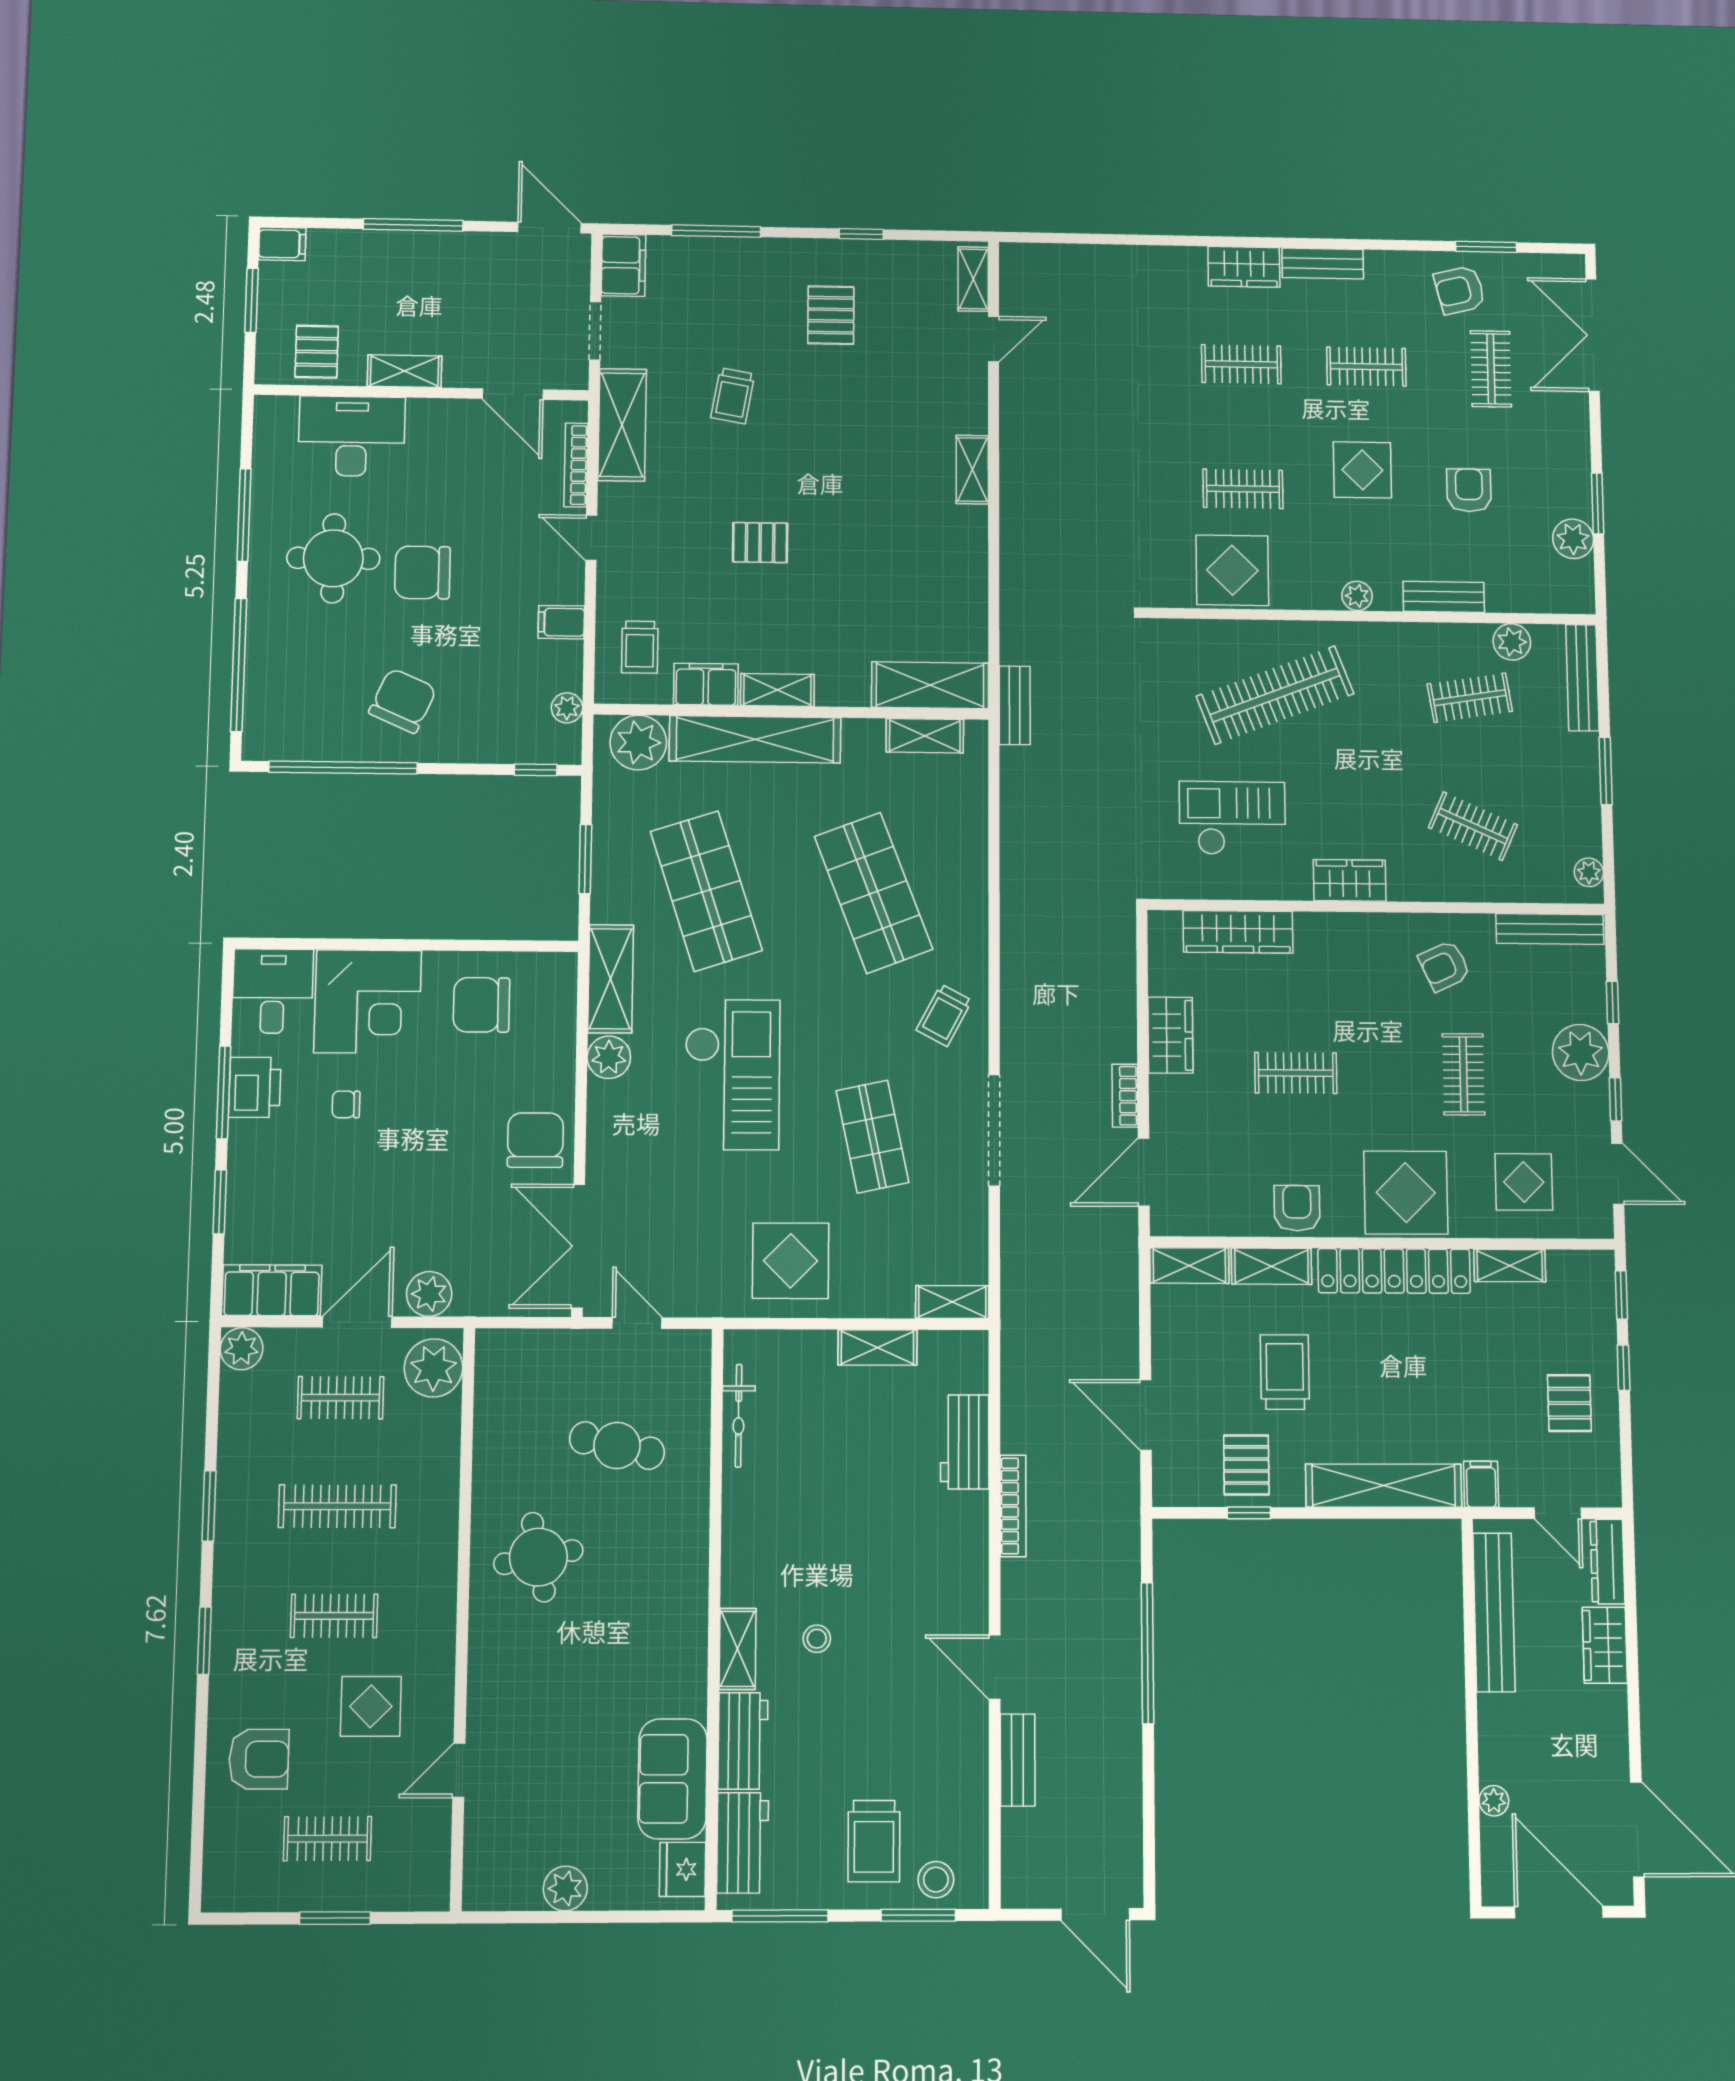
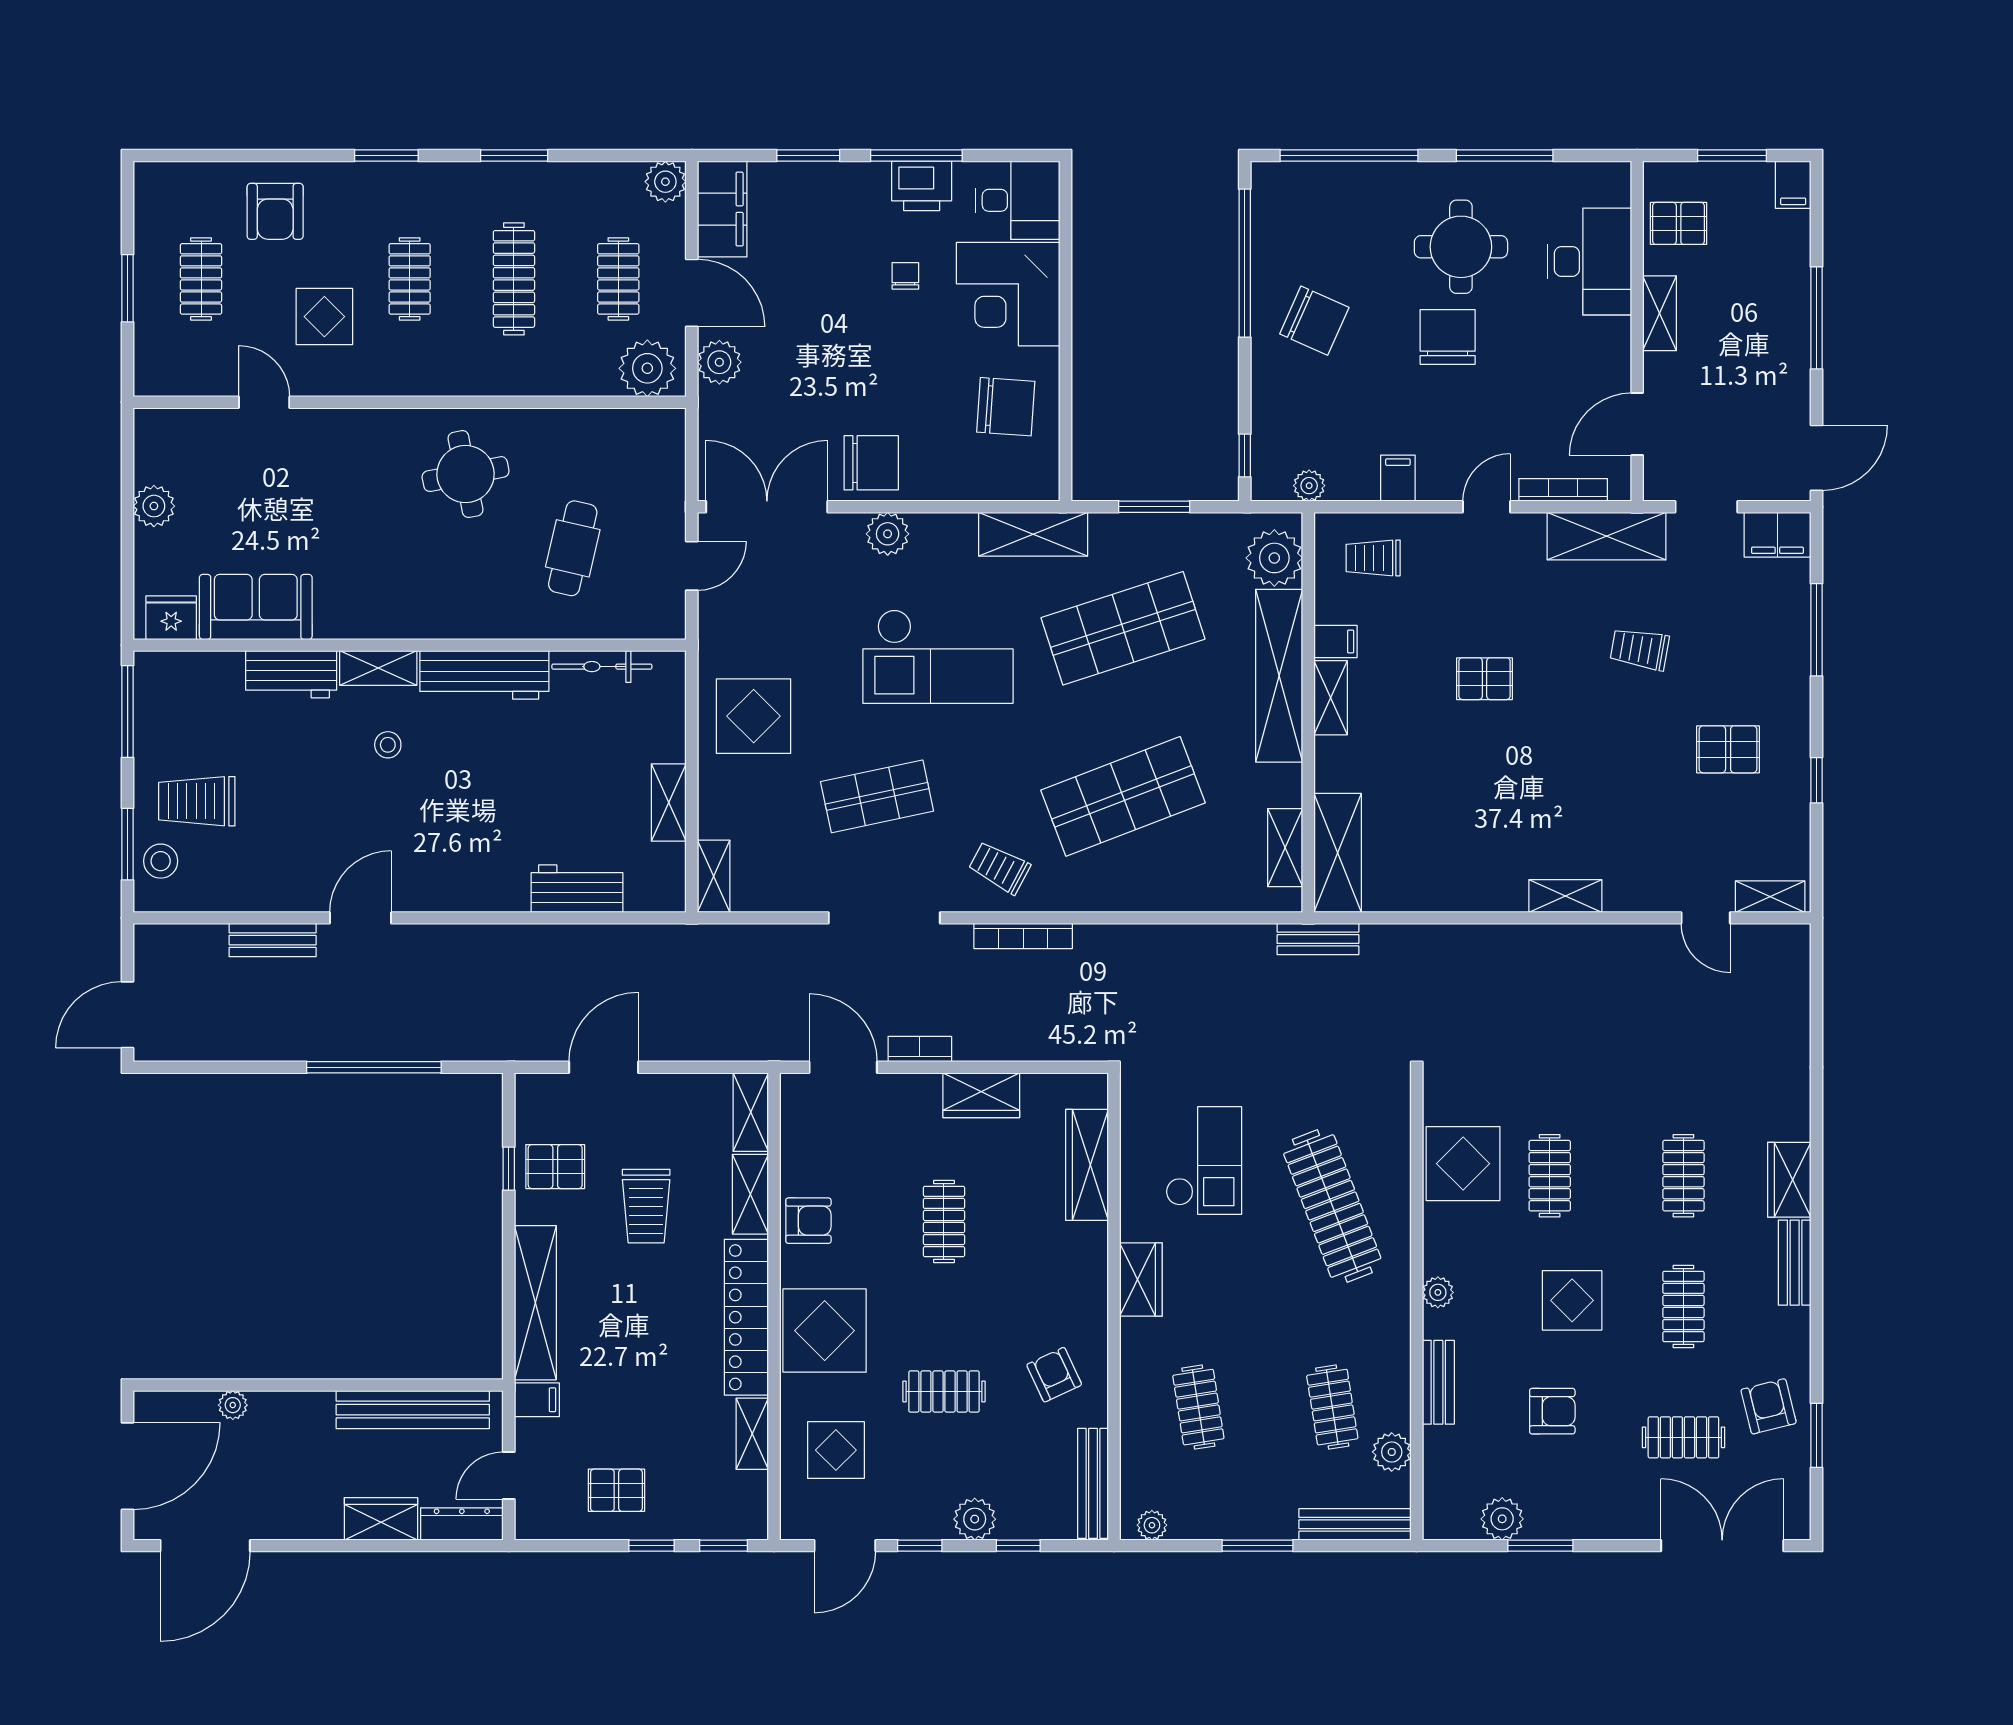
pallet: (760, 543) -> (1485, 679), turned 90
filing cabinet: (706, 684) -> (1335, 642), width x0.50
clothes rail: (1473, 826) -> (1198, 1407), turned -33
chair: (481, 1005) -> (1006, 407), turned 94
plant: (1581, 1052) -> (975, 1519), width x0.73, depth x0.73
plant: (609, 1057) -> (888, 534), moved
trolley: (1285, 1372) -> (646, 1206), turned 90
bookcase: (1013, 1506) -> (1023, 936), moved
workbench: (743, 1843) -> (484, 675), moved, width x1.38

